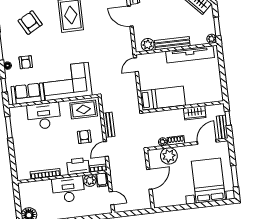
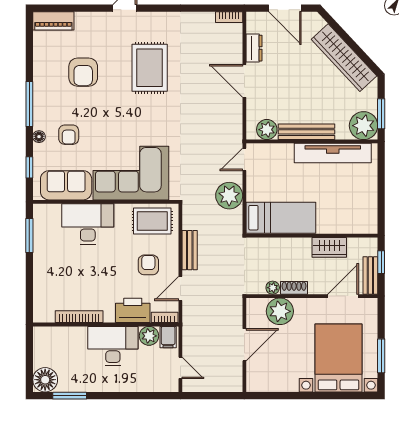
armchair: (30, 23) -> (83, 72), turned -151
plant: (212, 39) -> (364, 126), width x1.88, depth x1.88
plant: (129, 88) -> (229, 196), added

